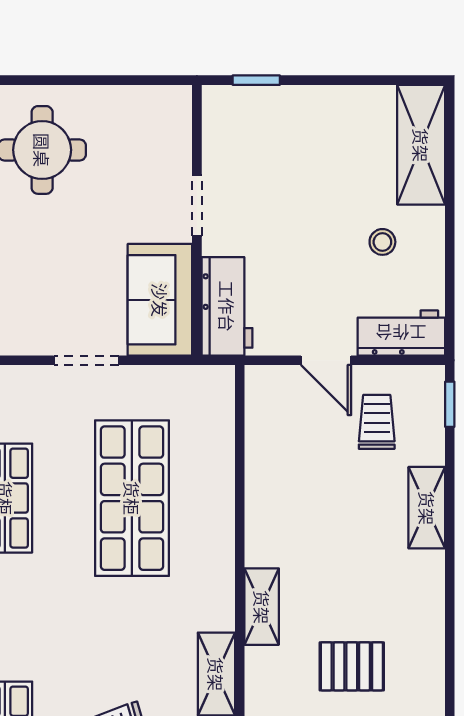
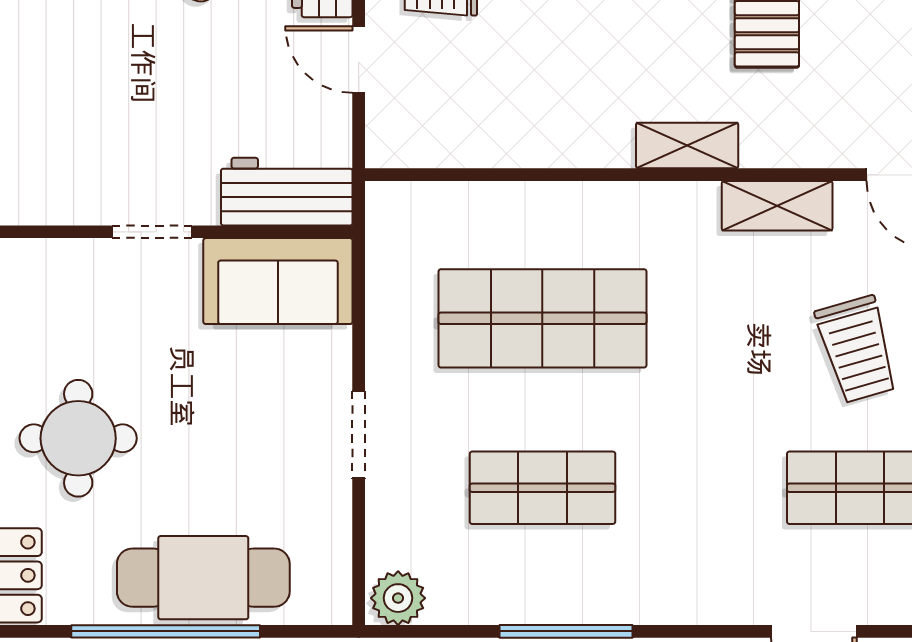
doorway: (86, 360) -> (359, 435), moved
door: (326, 360) -> (359, 60), swing flipped

